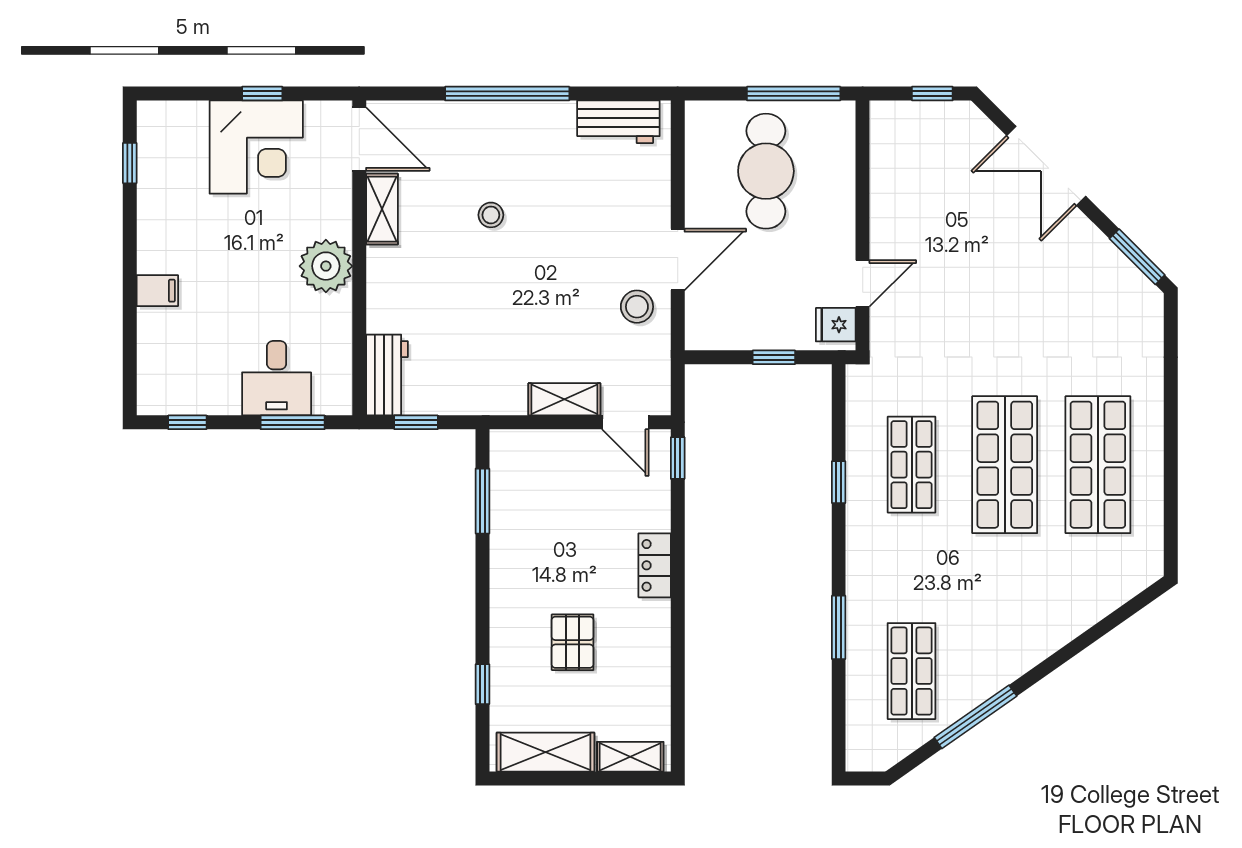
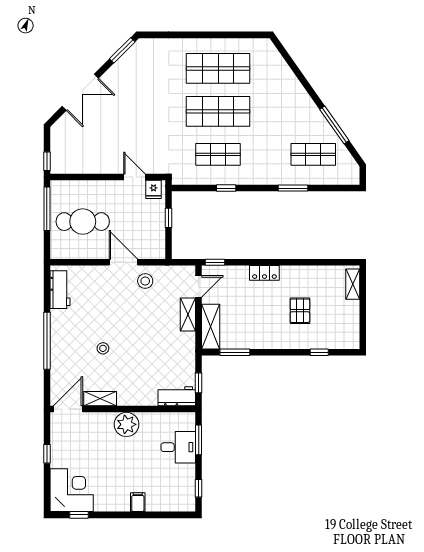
window: (932, 94) -> (47, 161), moved
corner desk: (256, 147) -> (72, 490), moved
pallet: (573, 642) -> (300, 311), turned 90
shelving: (545, 752) -> (211, 327), moved

